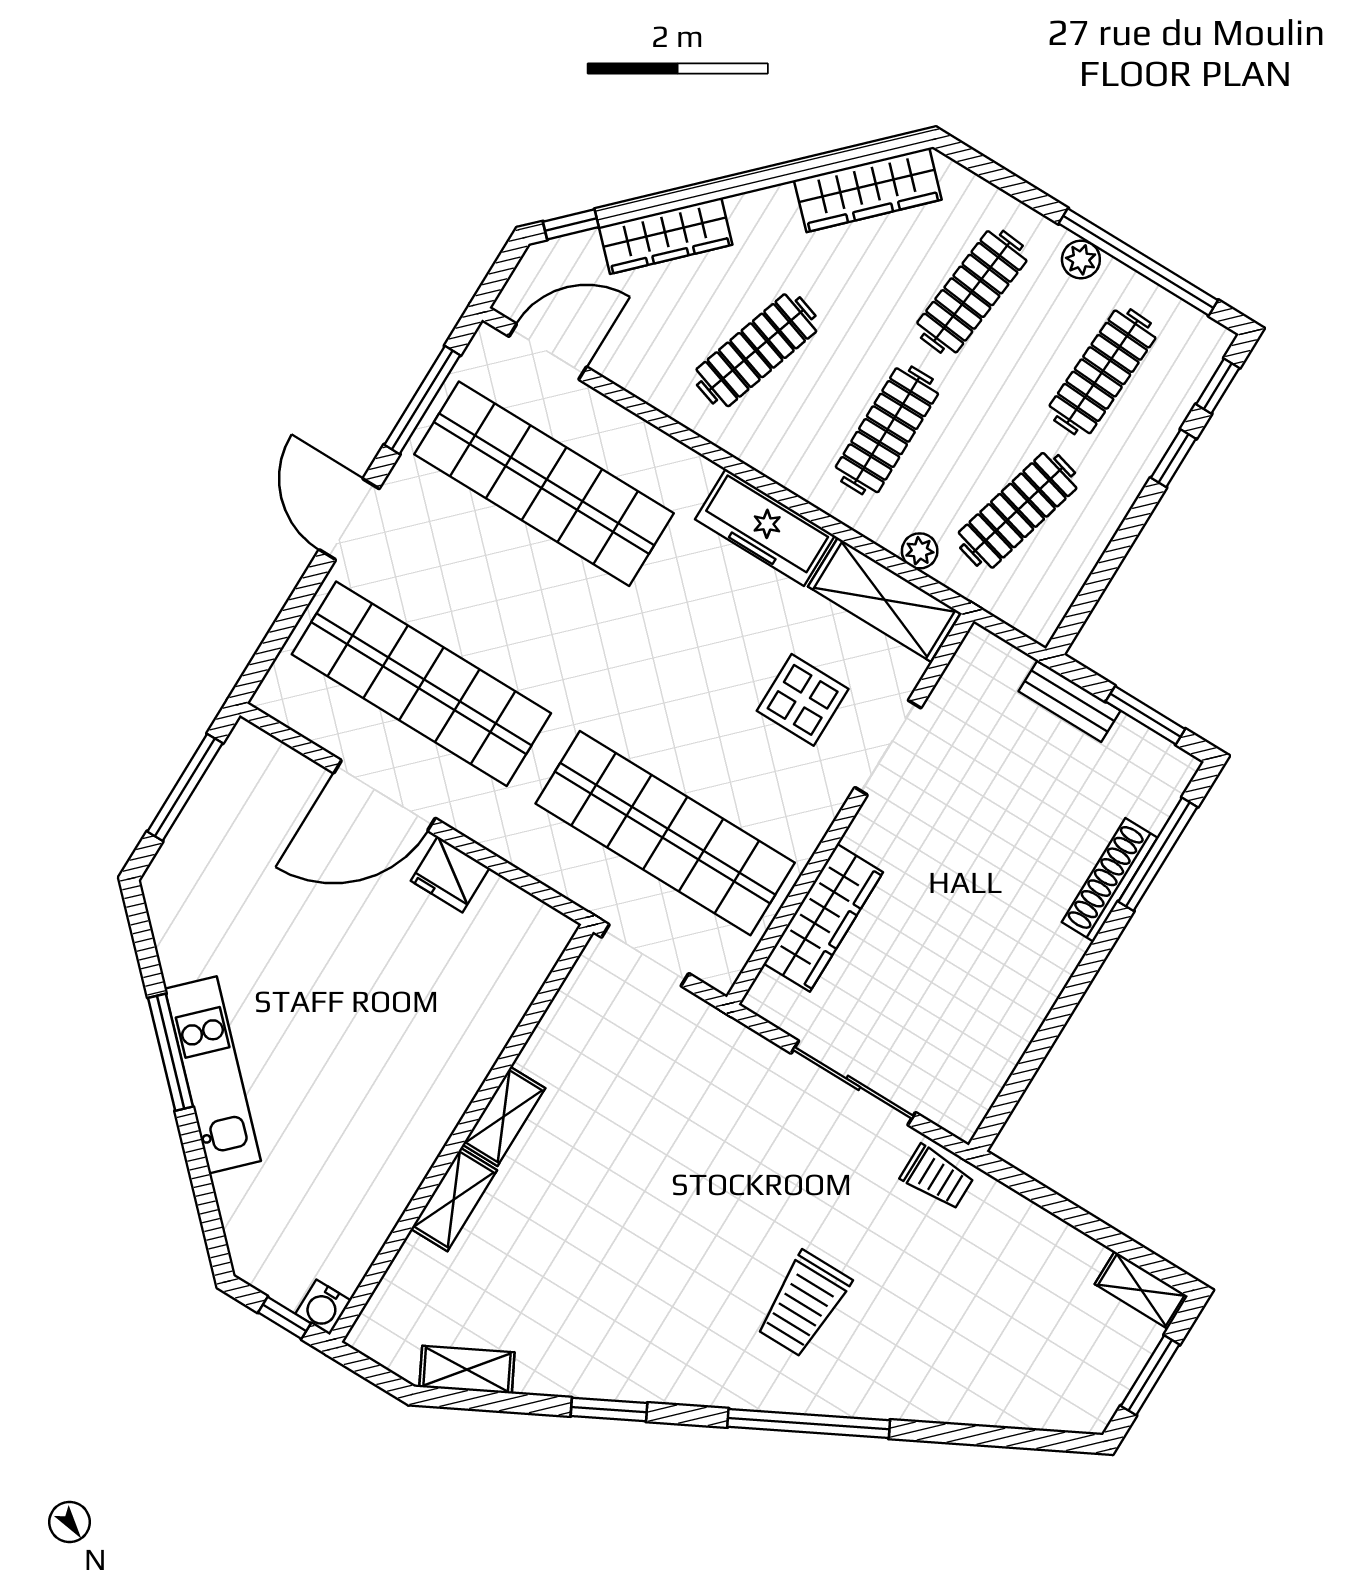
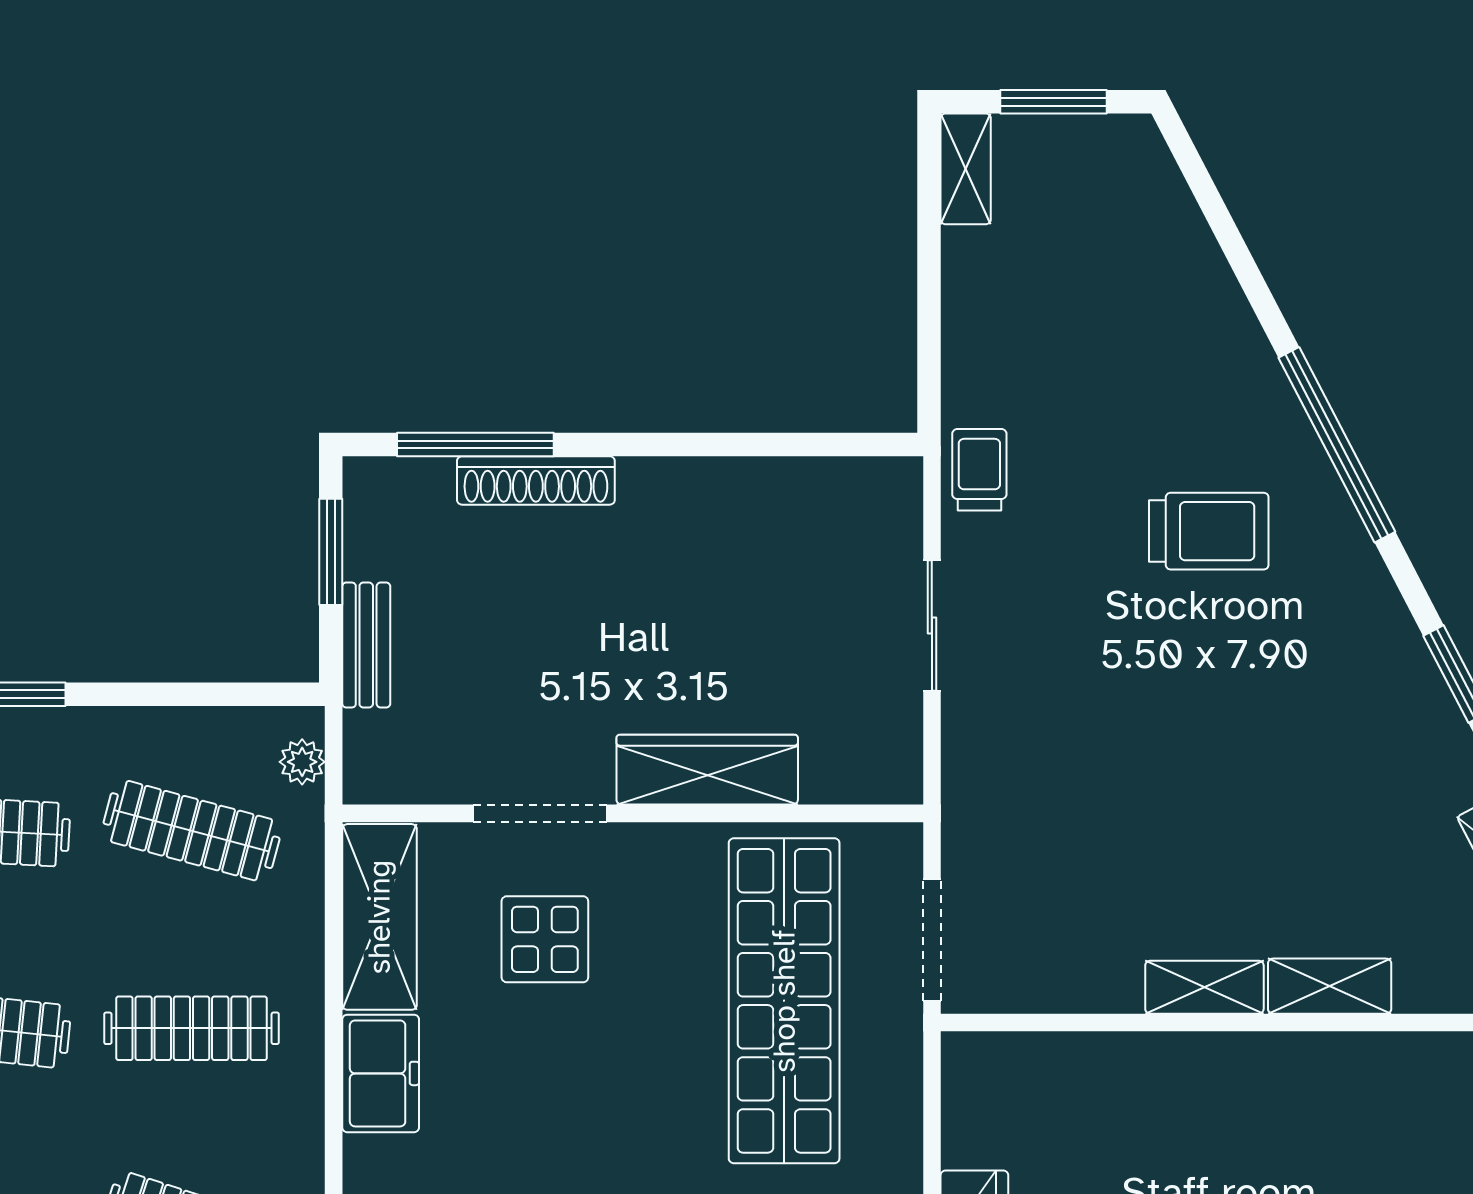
freezer: (765, 527) -> (381, 1073), width x0.71
plant: (920, 551) -> (302, 762), moved
wardrobe: (823, 918) -> (707, 770), moved
sliding door: (853, 1083) -> (932, 625), width x0.73

